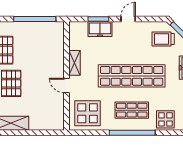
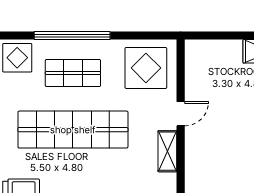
door: (66, 86) -> (181, 114), hinge flipped

